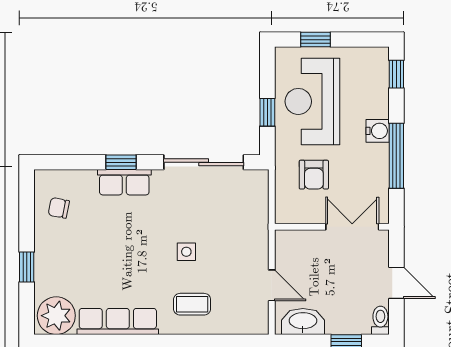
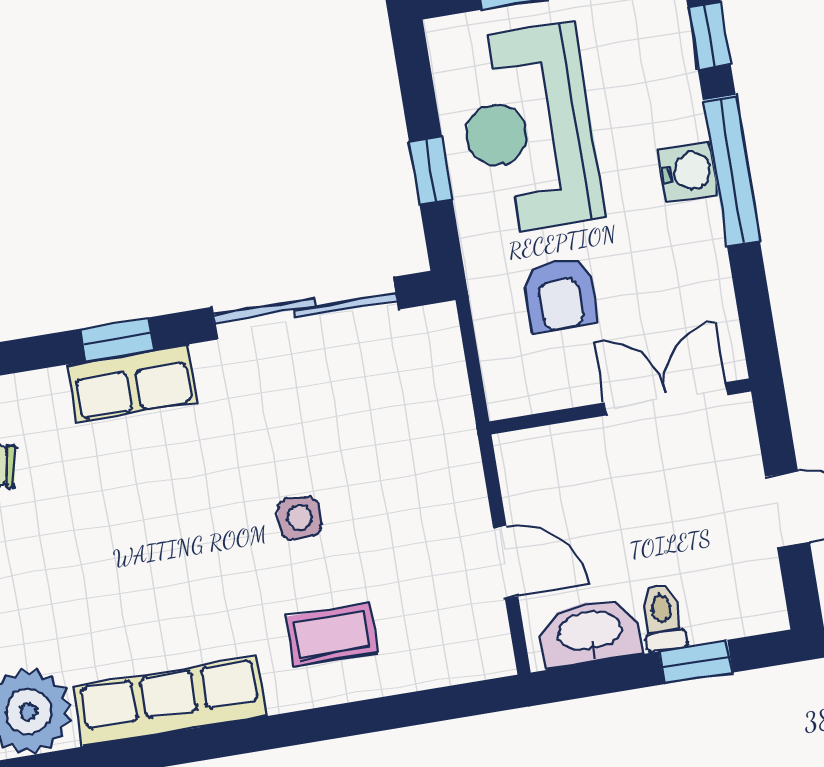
window: (396, 156) -> (731, 171), moved
toilet: (380, 320) -> (662, 617), moved

